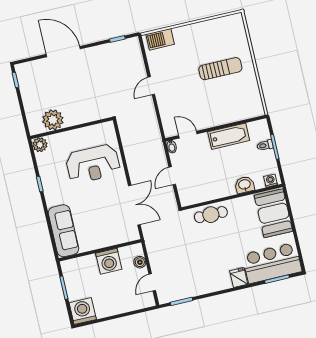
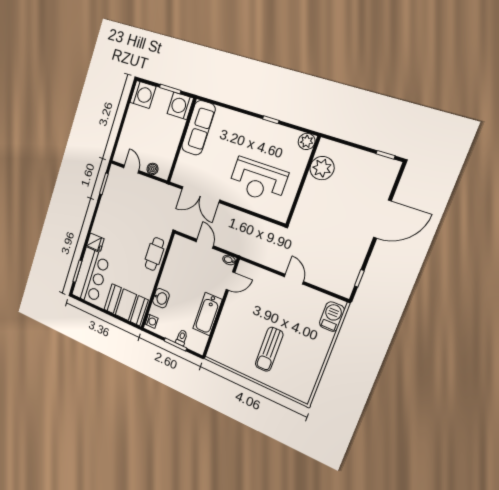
reception desk: (93, 164) -> (258, 180), turned -90
sofa: (64, 231) -> (198, 128), moved, turned -90
washing machine: (109, 261) -> (180, 106), moved

